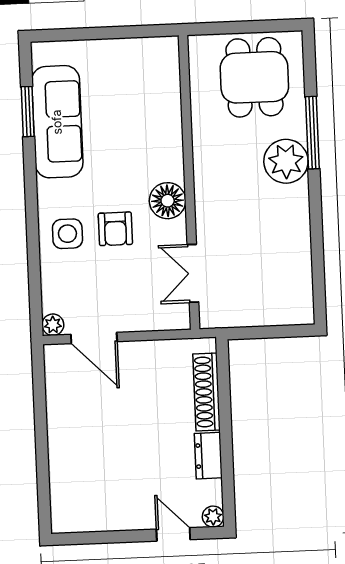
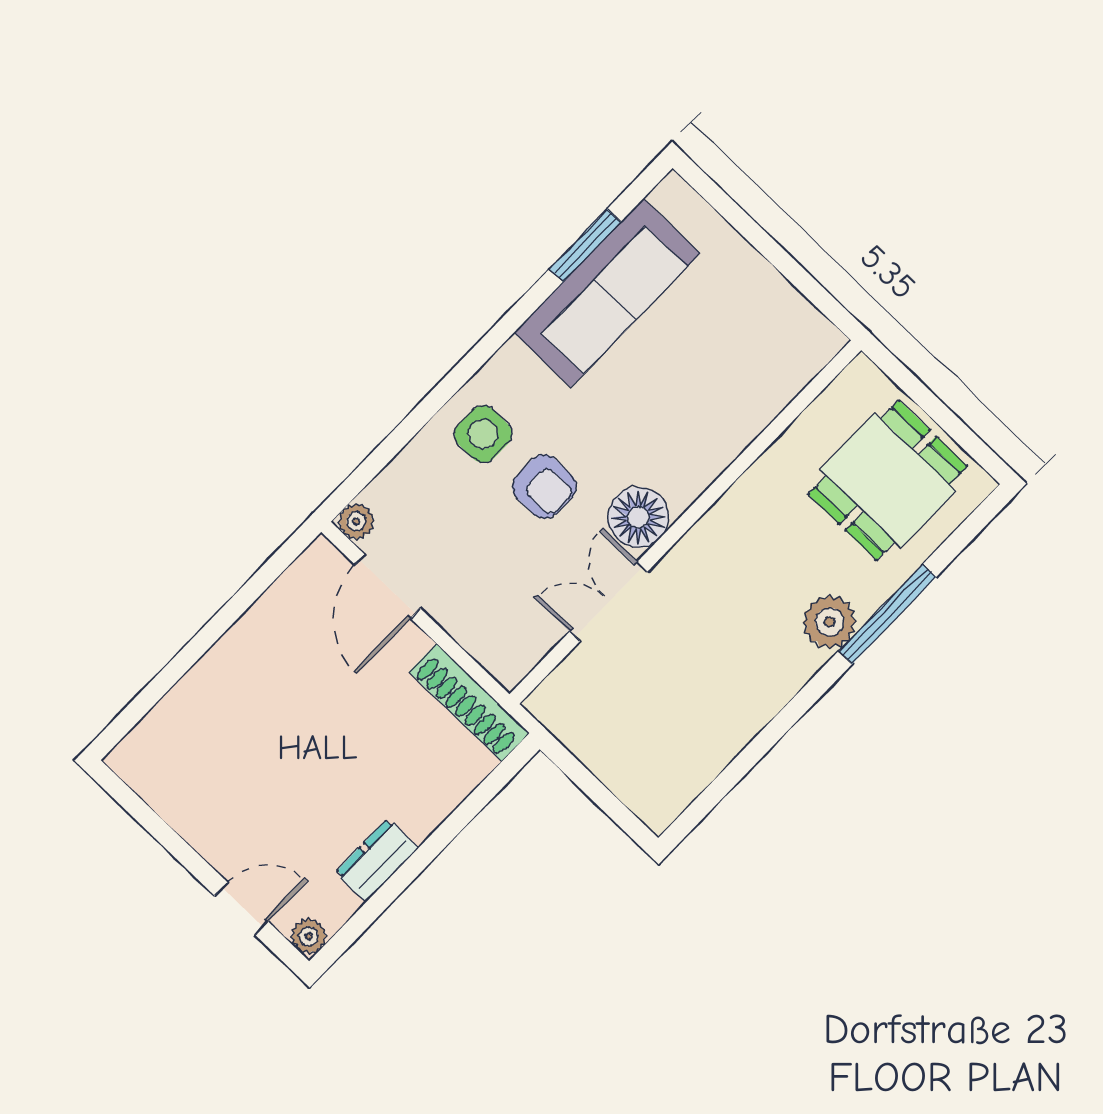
plant: (286, 161) -> (830, 622), width x0.73, depth x0.73
armchair: (115, 229) -> (544, 486), turned -90
double door: (193, 273) -> (609, 601), moved
shoe rack: (207, 392) -> (469, 703), moved, turned -90
door: (173, 534) -> (241, 909), hinge flipped

